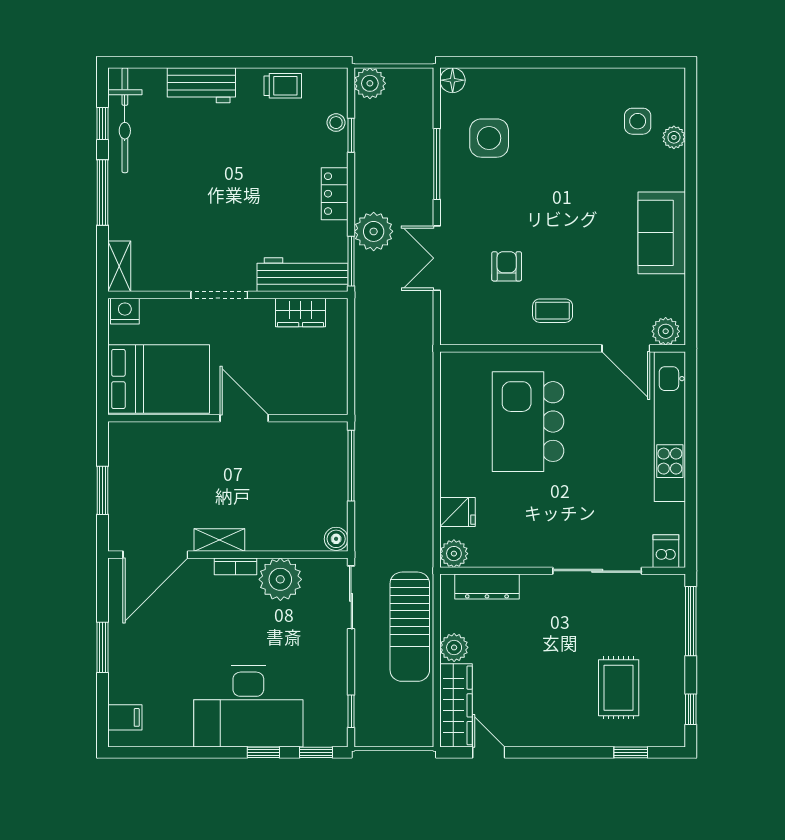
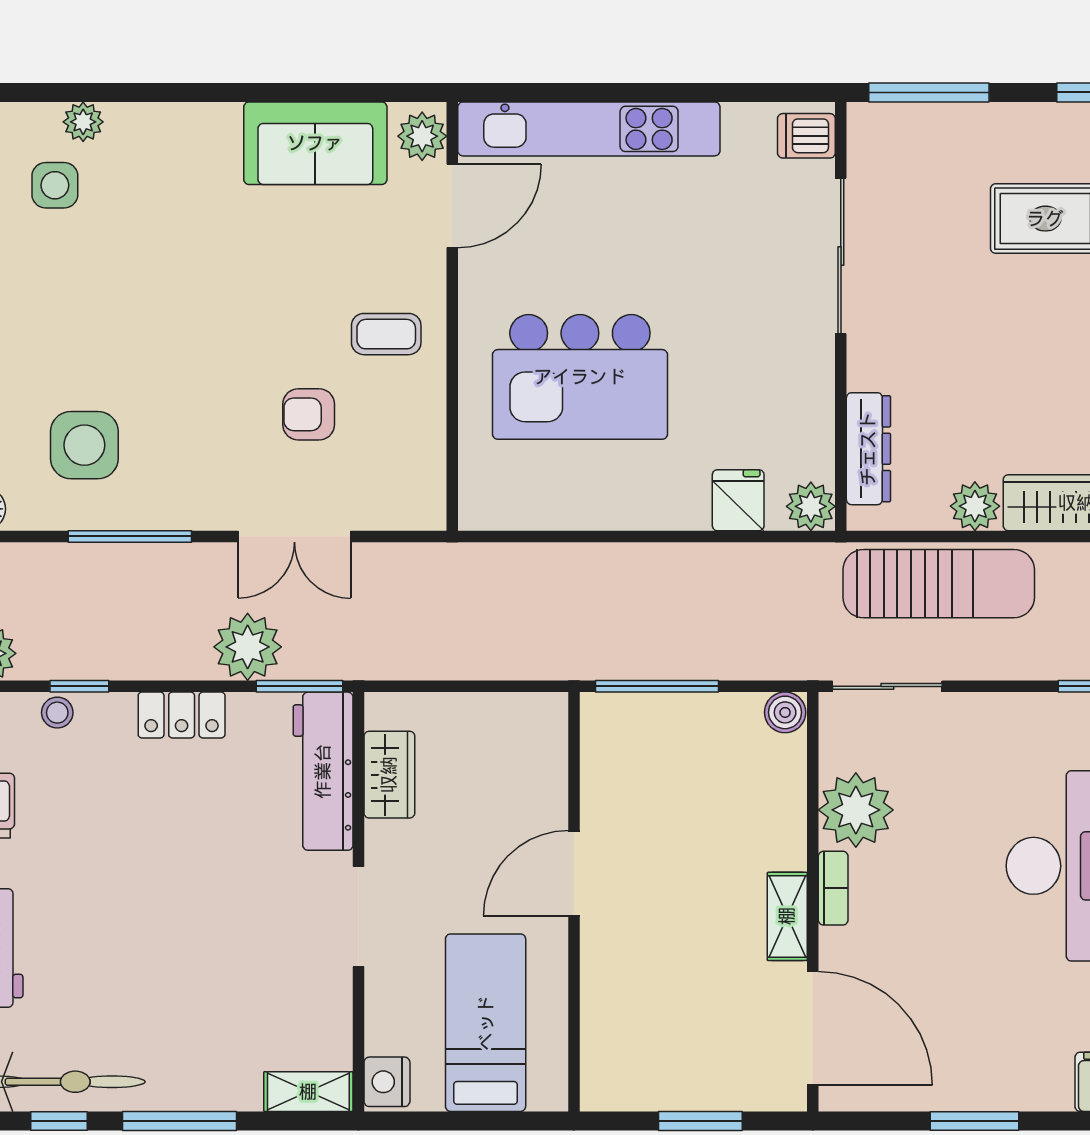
sofa: (662, 233) -> (315, 143), moved
coffee table: (553, 311) -> (386, 334), turned 90
bed: (159, 379) -> (486, 1023), width x0.67

